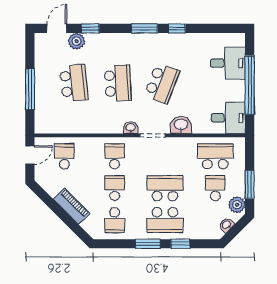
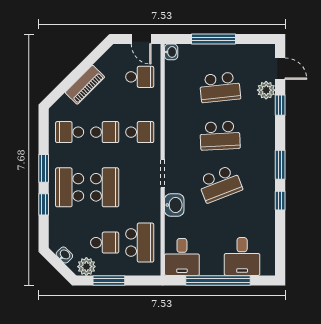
school desk: (162, 83) -> (220, 184), turned -42
washbasin: (131, 128) -> (171, 52), moved

